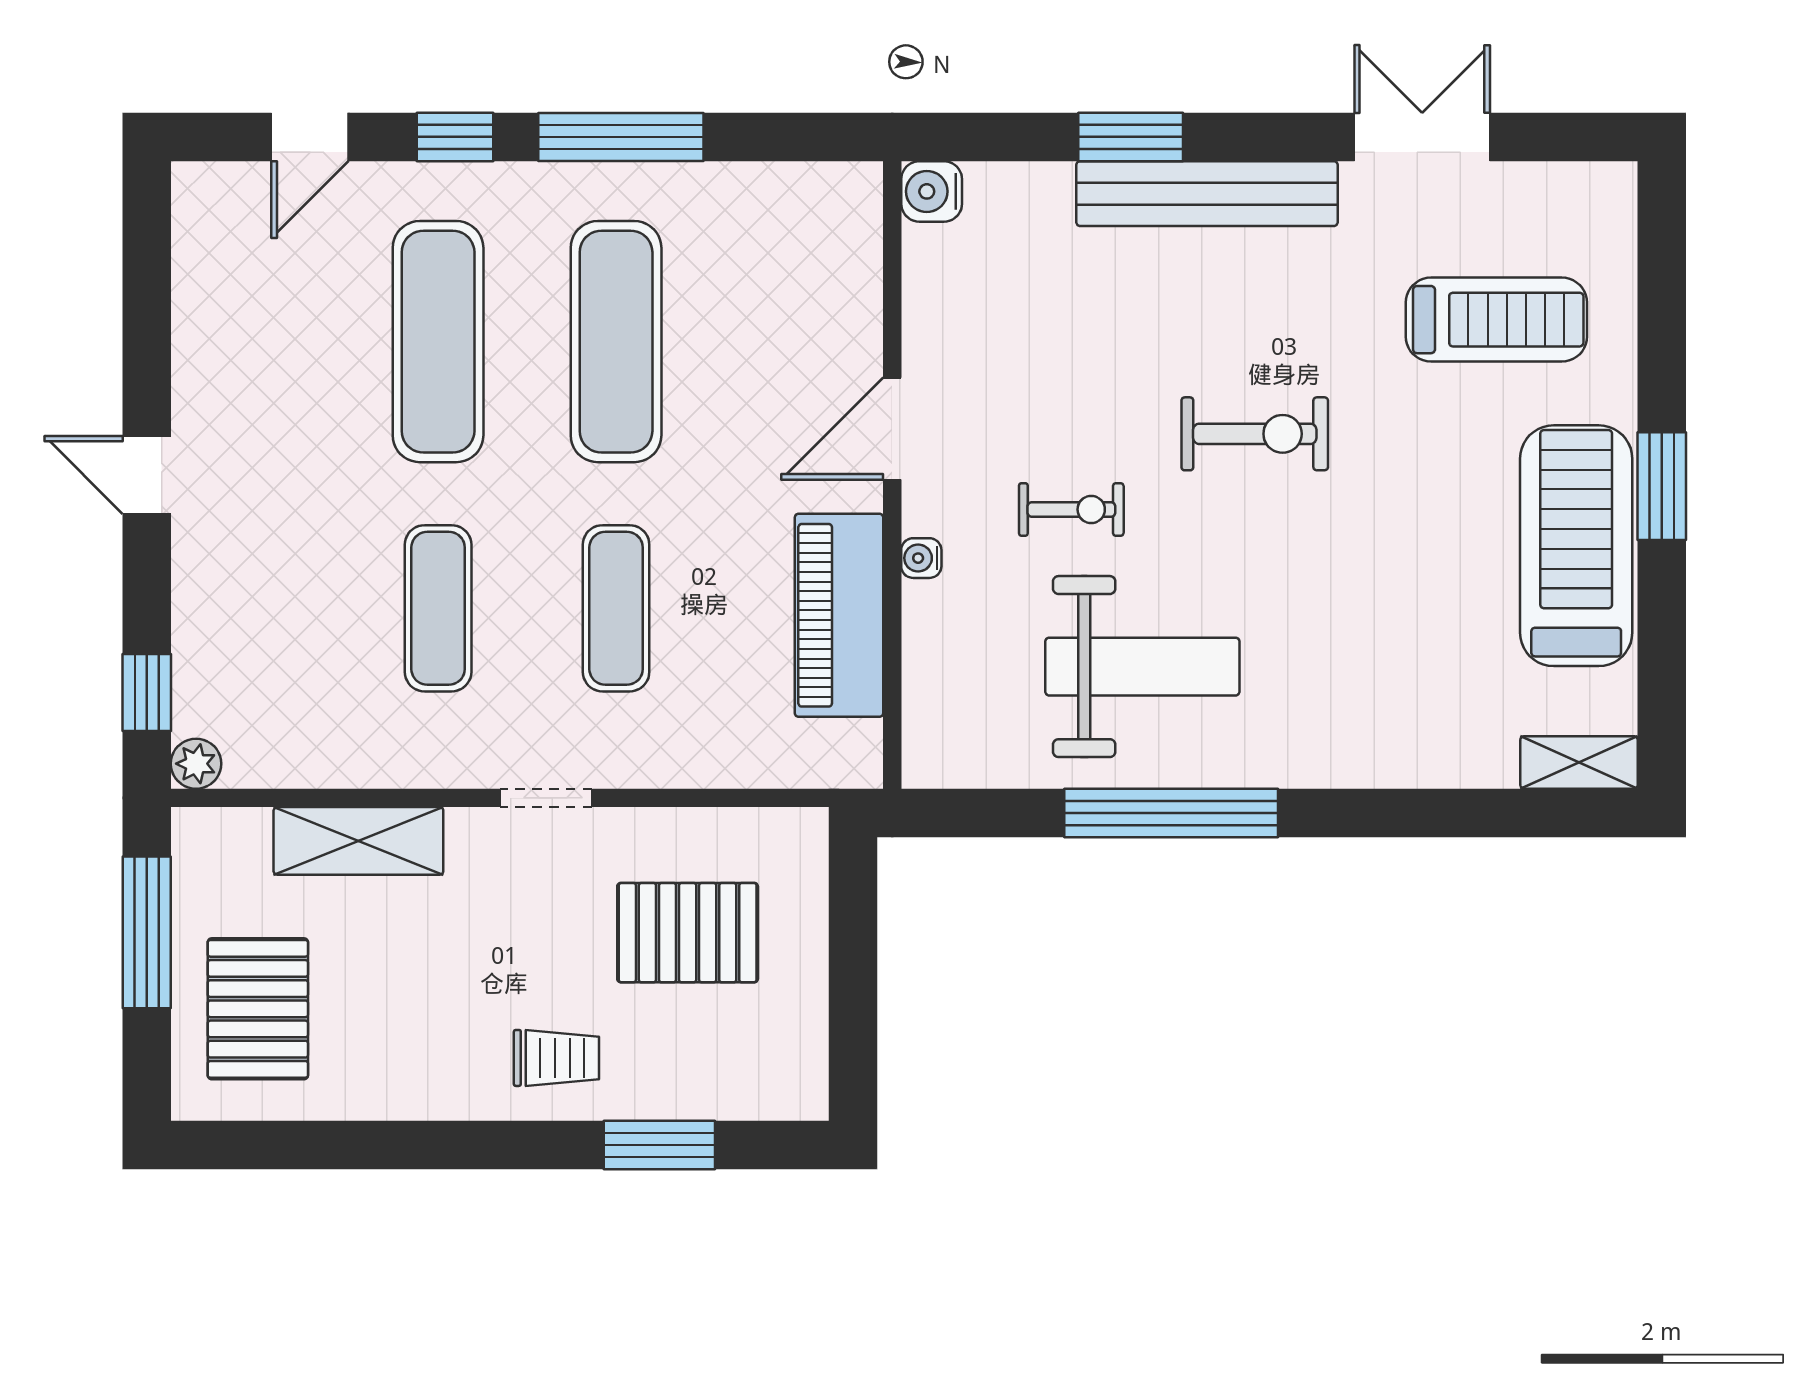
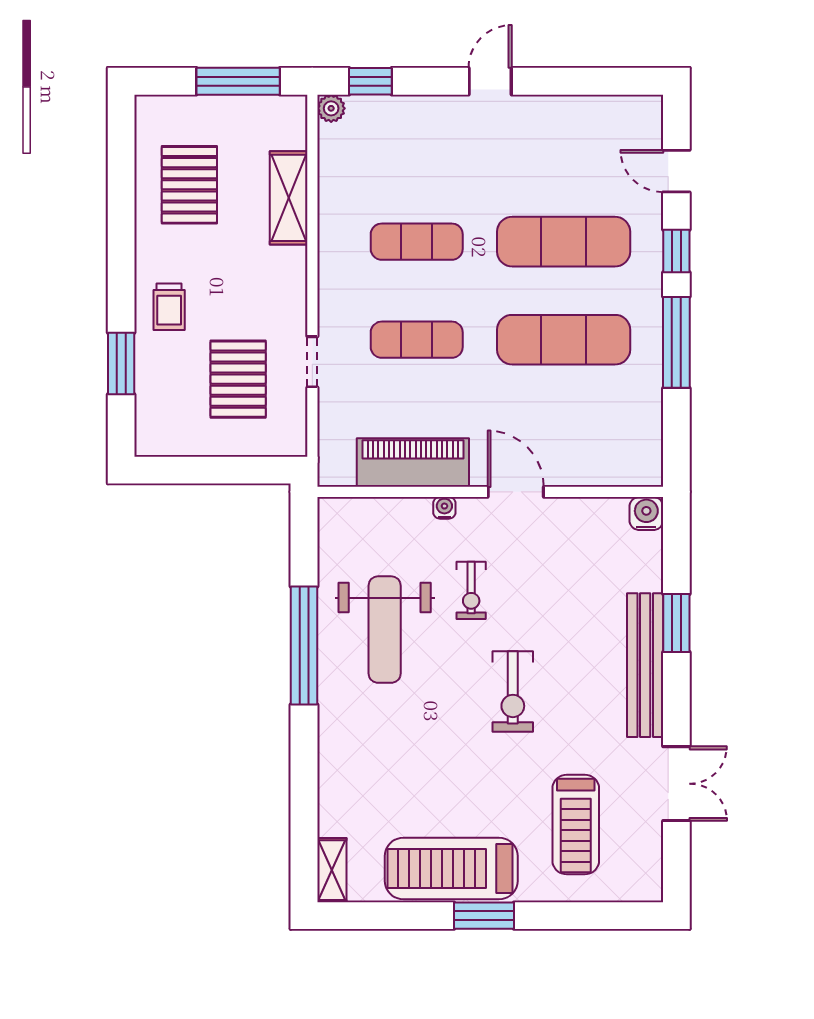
treadmill: (1576, 546) -> (451, 868), turned 180
doorway: (546, 798) -> (312, 362), moved
pallet: (258, 1009) -> (189, 185), moved, turned 90

